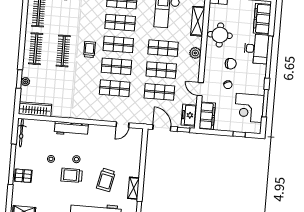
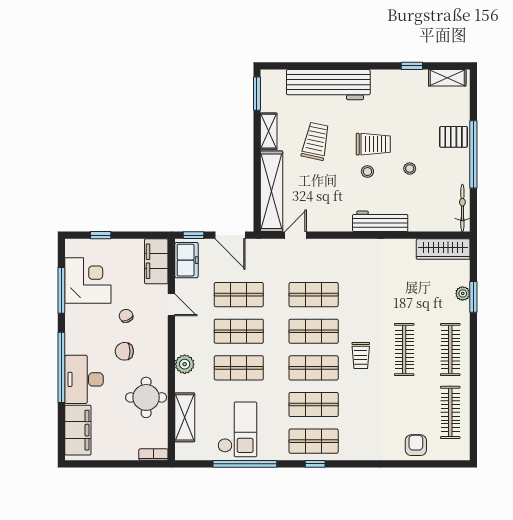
shelving: (135, 152) -> (272, 191), added

